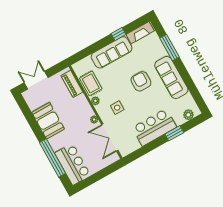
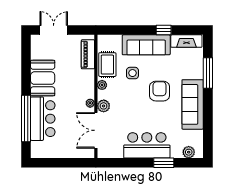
side table: (117, 108) -> (132, 73), moved
plant: (105, 116) -> (104, 106), added
bar counter: (73, 164) -> (43, 119), moved

